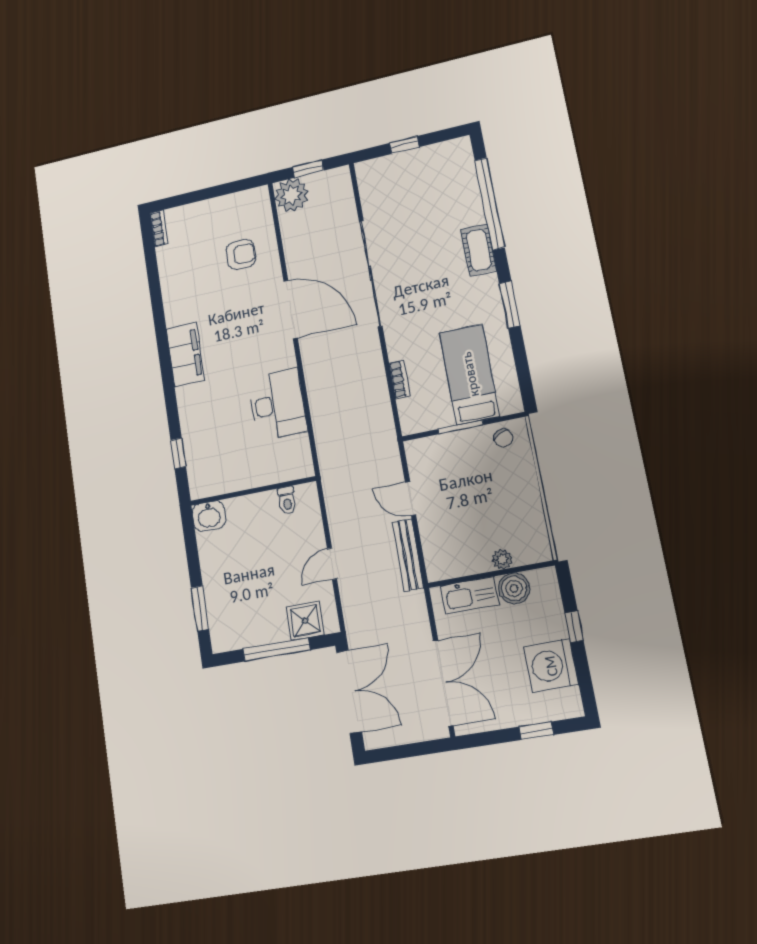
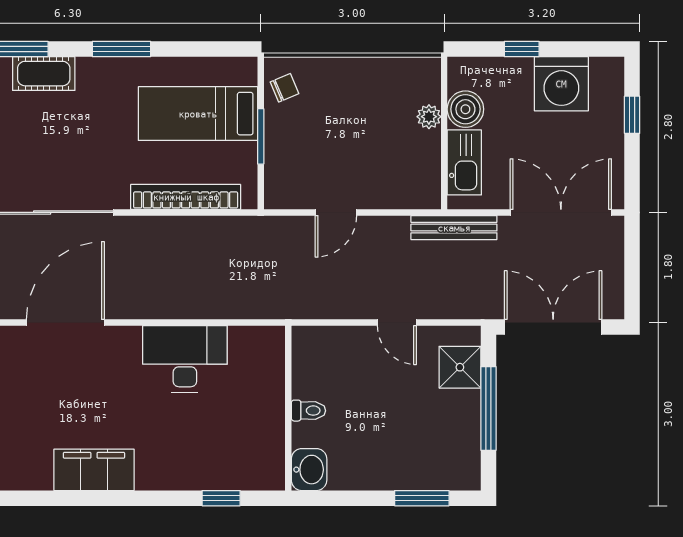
bookcase: (400, 379) -> (186, 197), width x2.31, depth x1.31
toilet: (287, 500) -> (308, 411), moved
bench: (408, 555) -> (454, 228), moved

